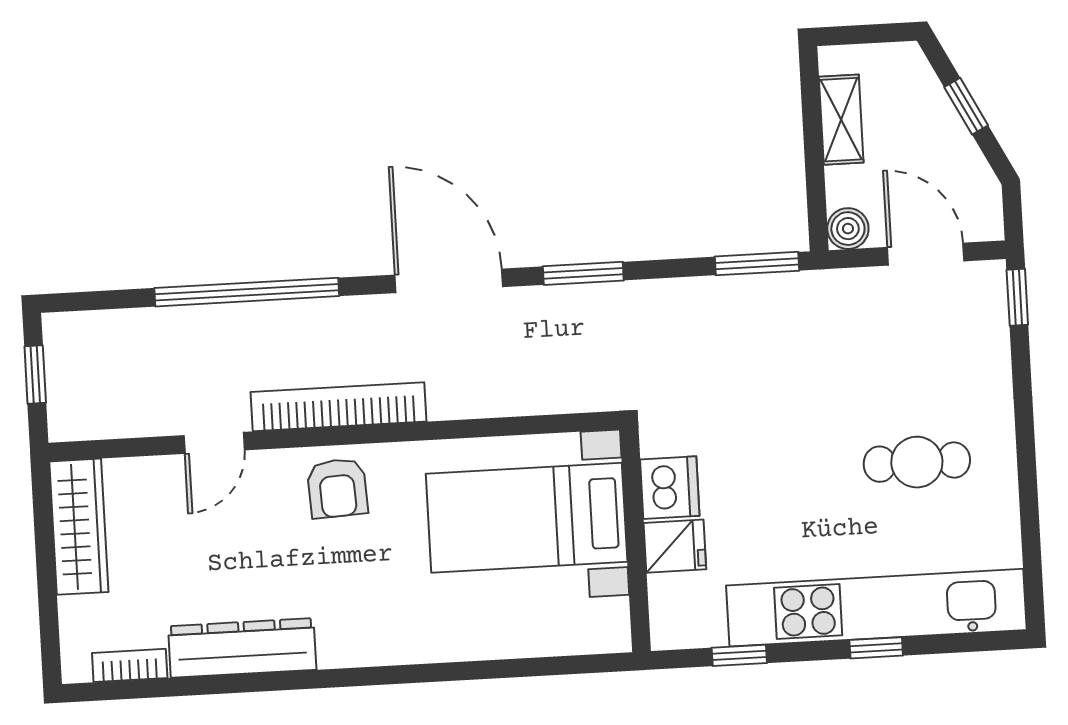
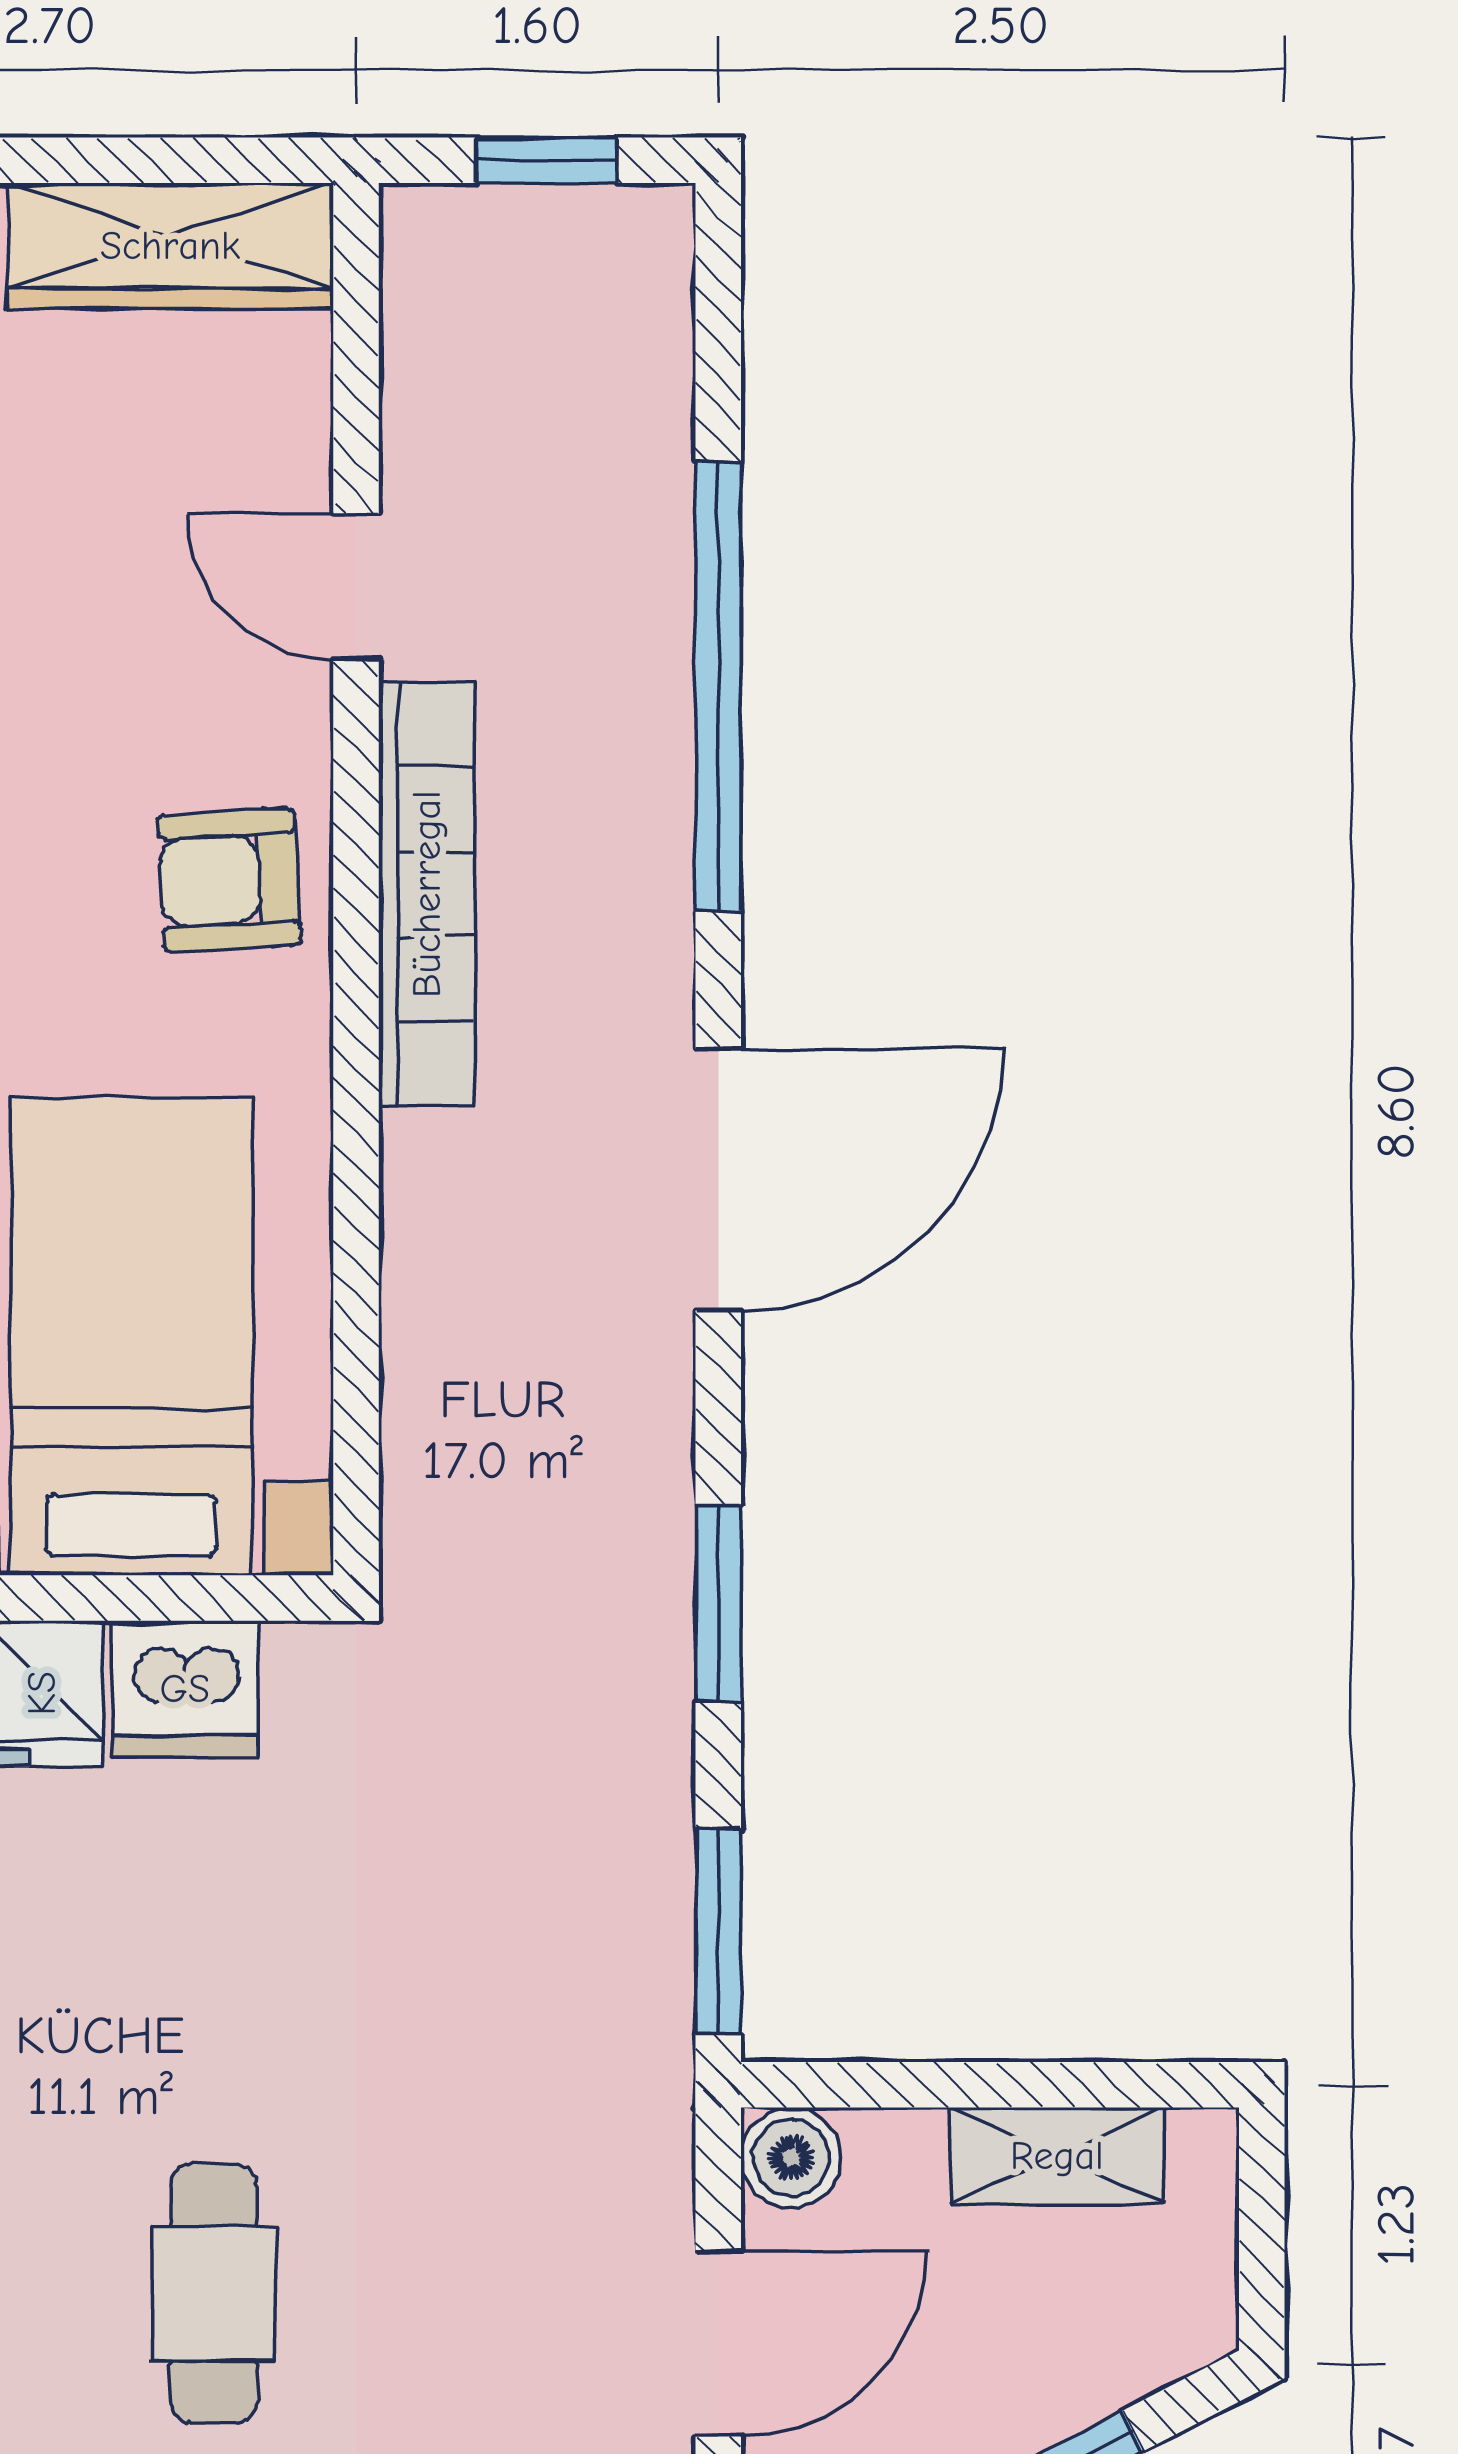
window: (583, 273) -> (718, 1603), moved

